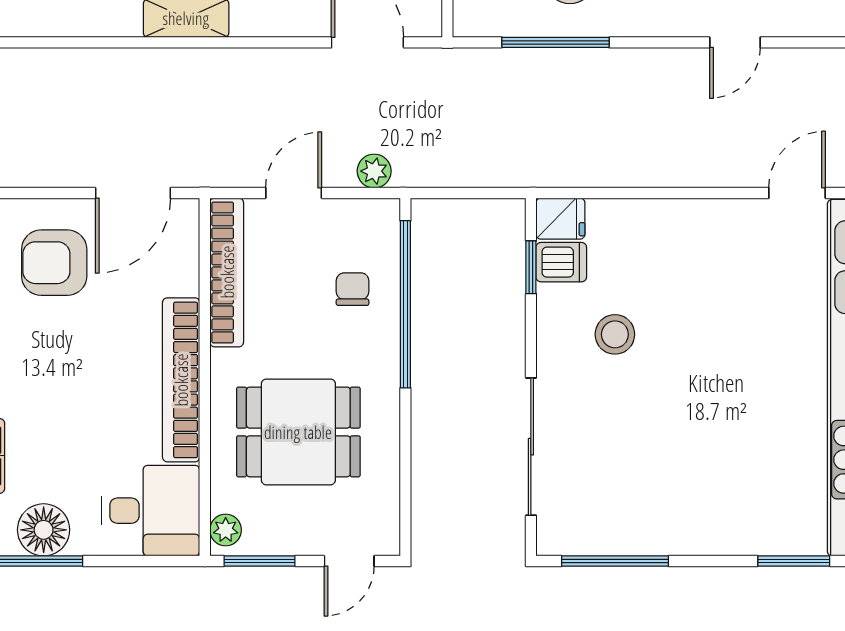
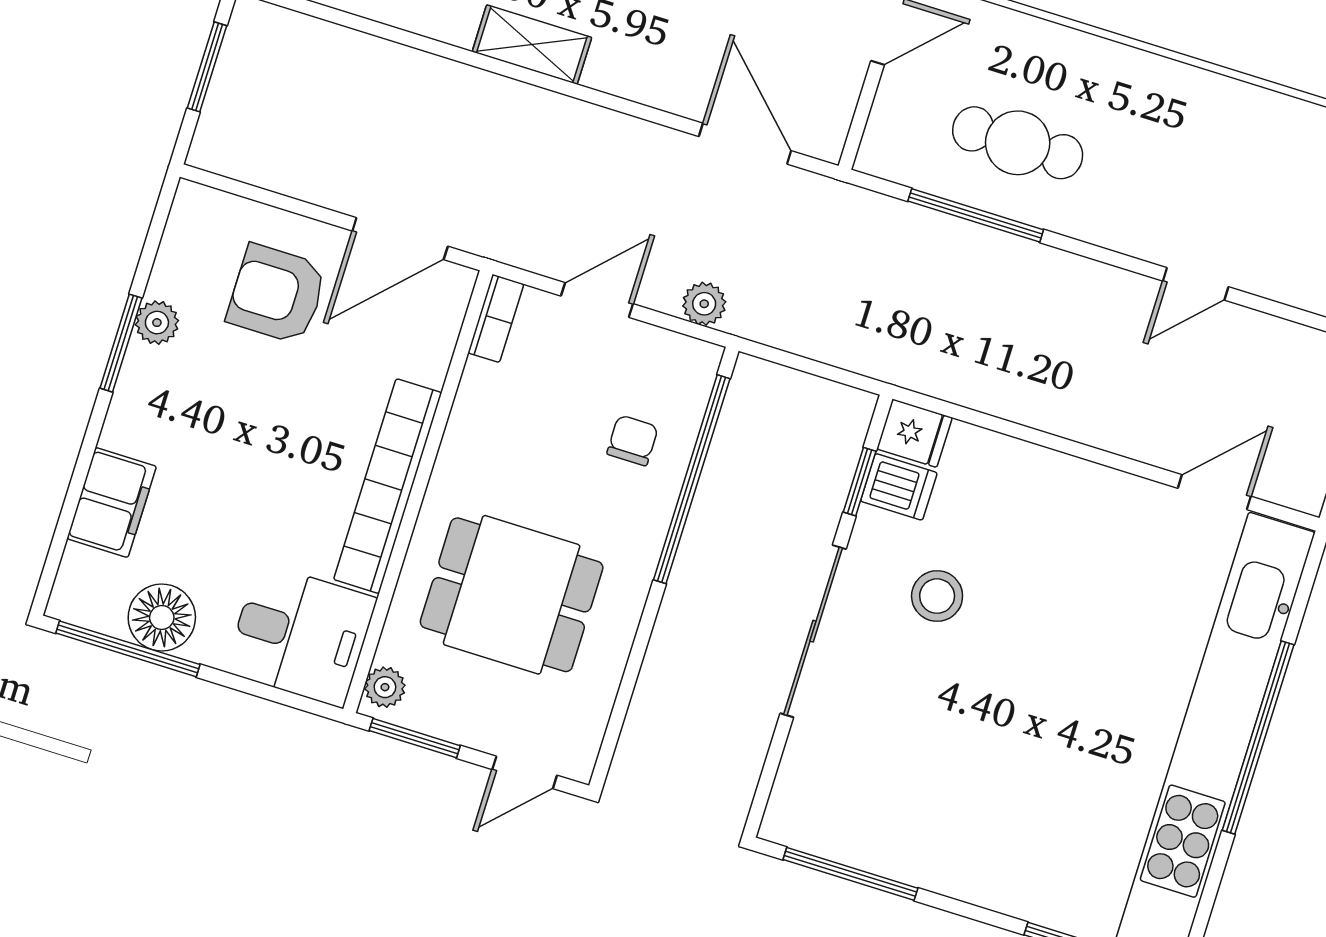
bookcase: (227, 272) -> (496, 318), width x0.43, depth x0.76
sliding door: (531, 447) -> (813, 631), moved

